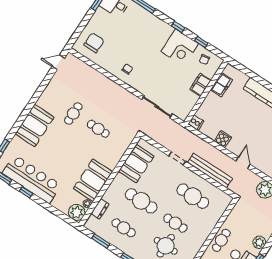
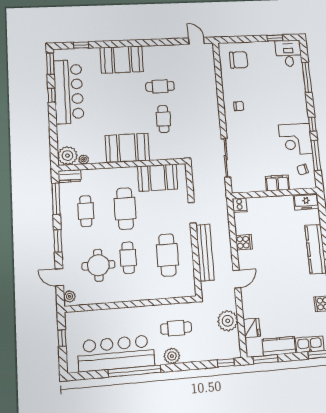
window: (201, 42) -> (316, 155), width x2.17
freezer: (221, 85) -> (306, 202), moved
booth: (93, 180) -> (127, 148), moved
dresser: (100, 209) -> (70, 176), moved
cafe table: (221, 240) -> (176, 328), moved
window: (101, 241) -> (56, 199), width x1.44

